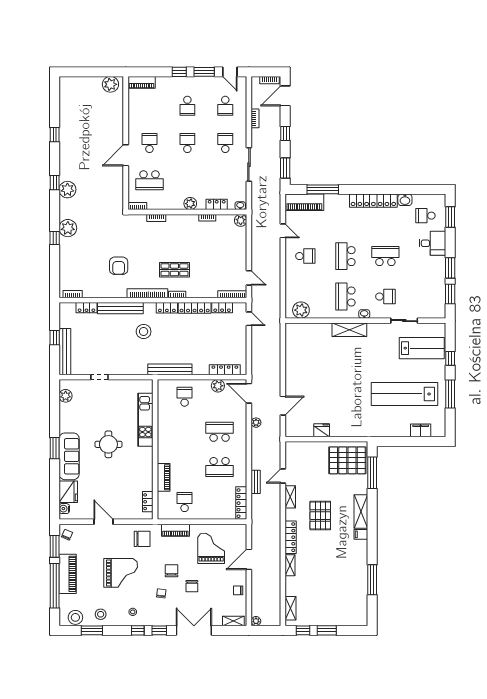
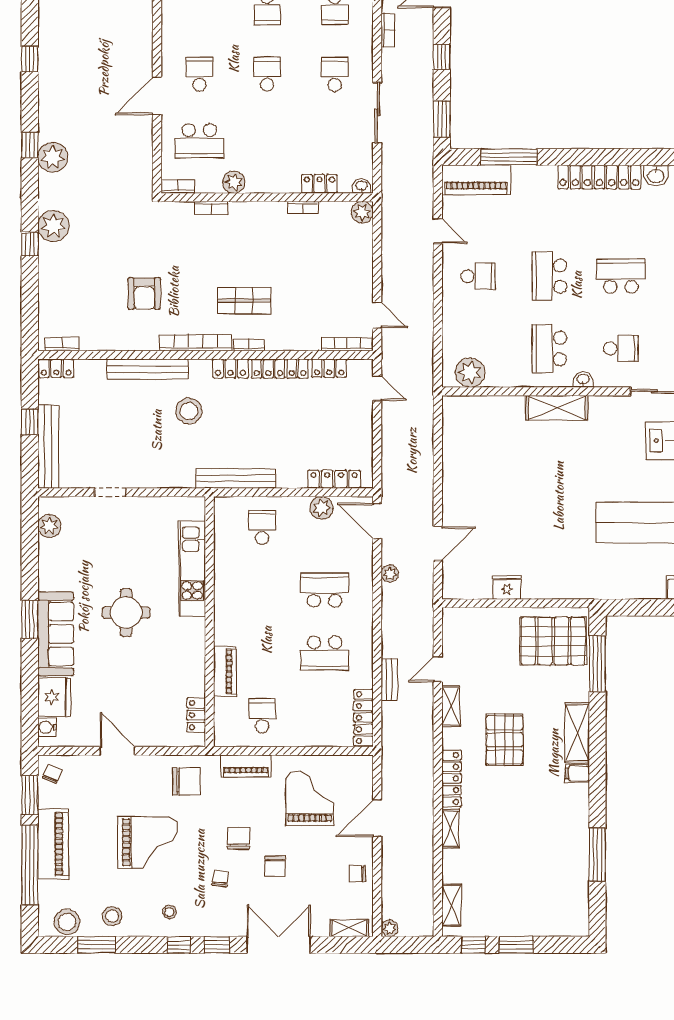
plant: (190, 204) -> (234, 182), moved
locker: (86, 308) -> (56, 368), moved

